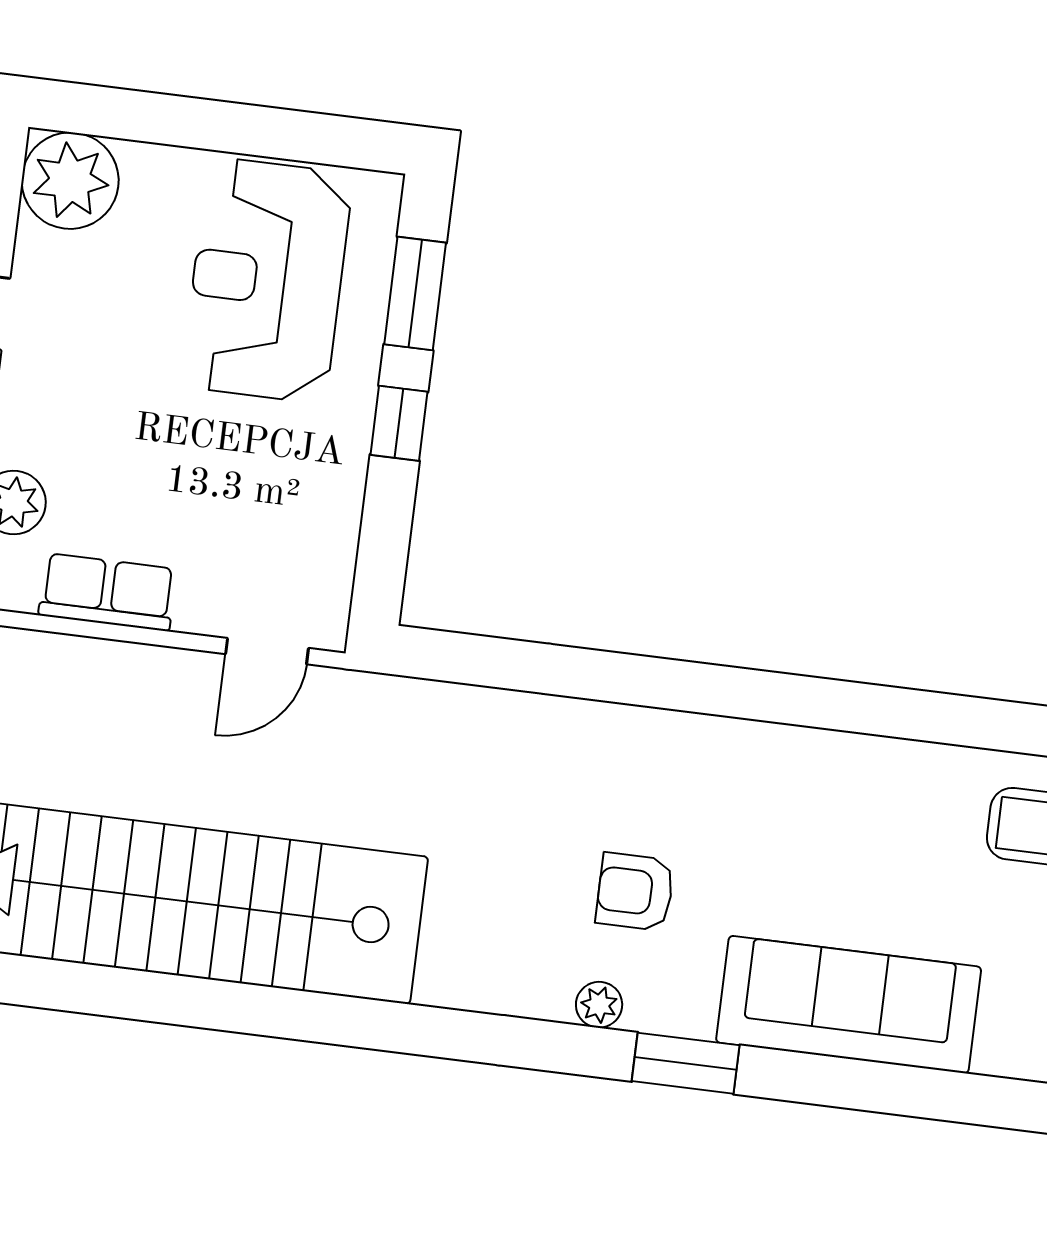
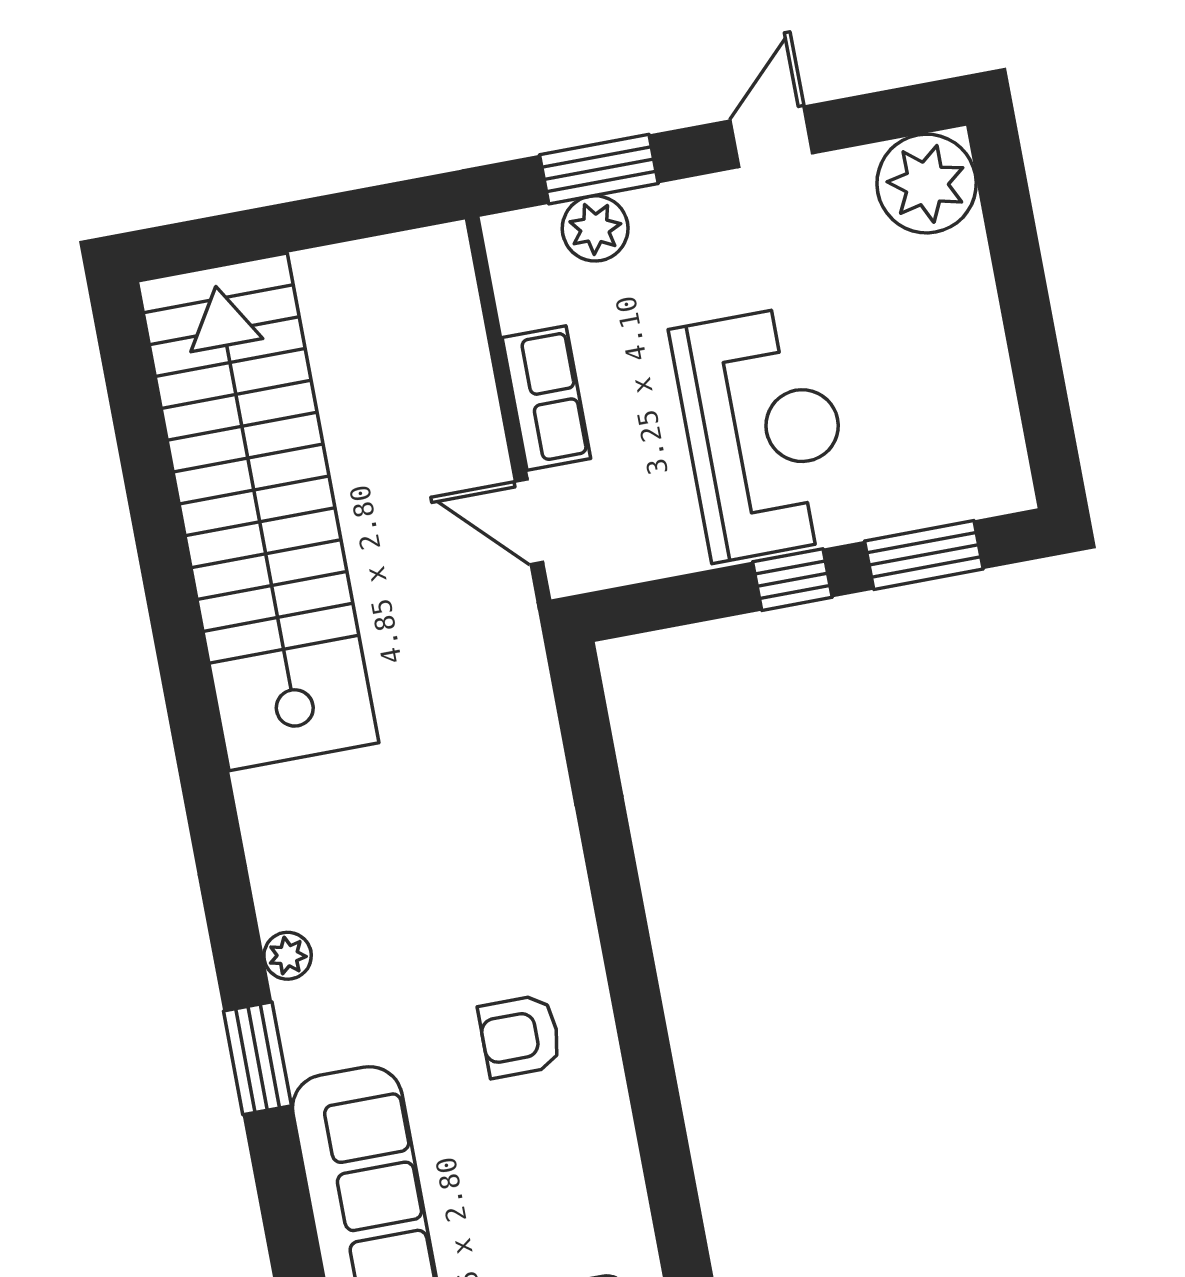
reception desk: (267, 280) -> (764, 433), moved, turned 90
row of seats: (107, 592) -> (546, 398), moved
armchair: (635, 892) -> (520, 1036), moved, turned -90

